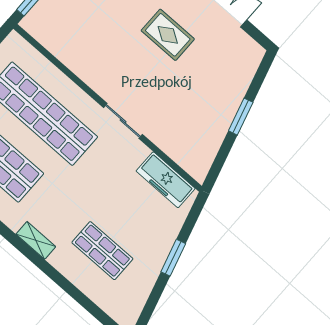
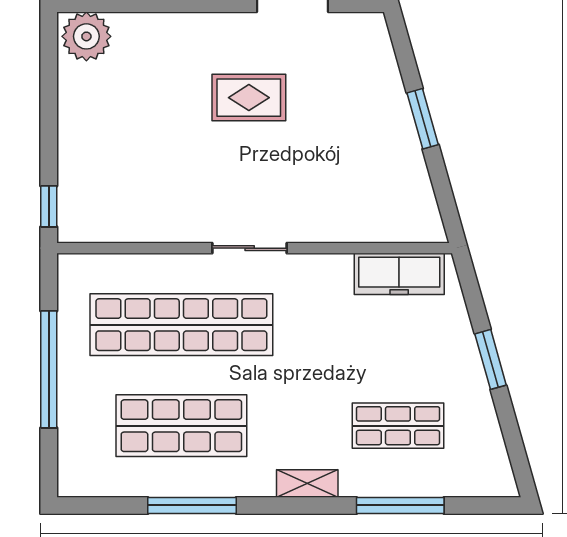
sliding door: (123, 121) -> (250, 248), moved
window: (71, 289) -> (400, 505), added

